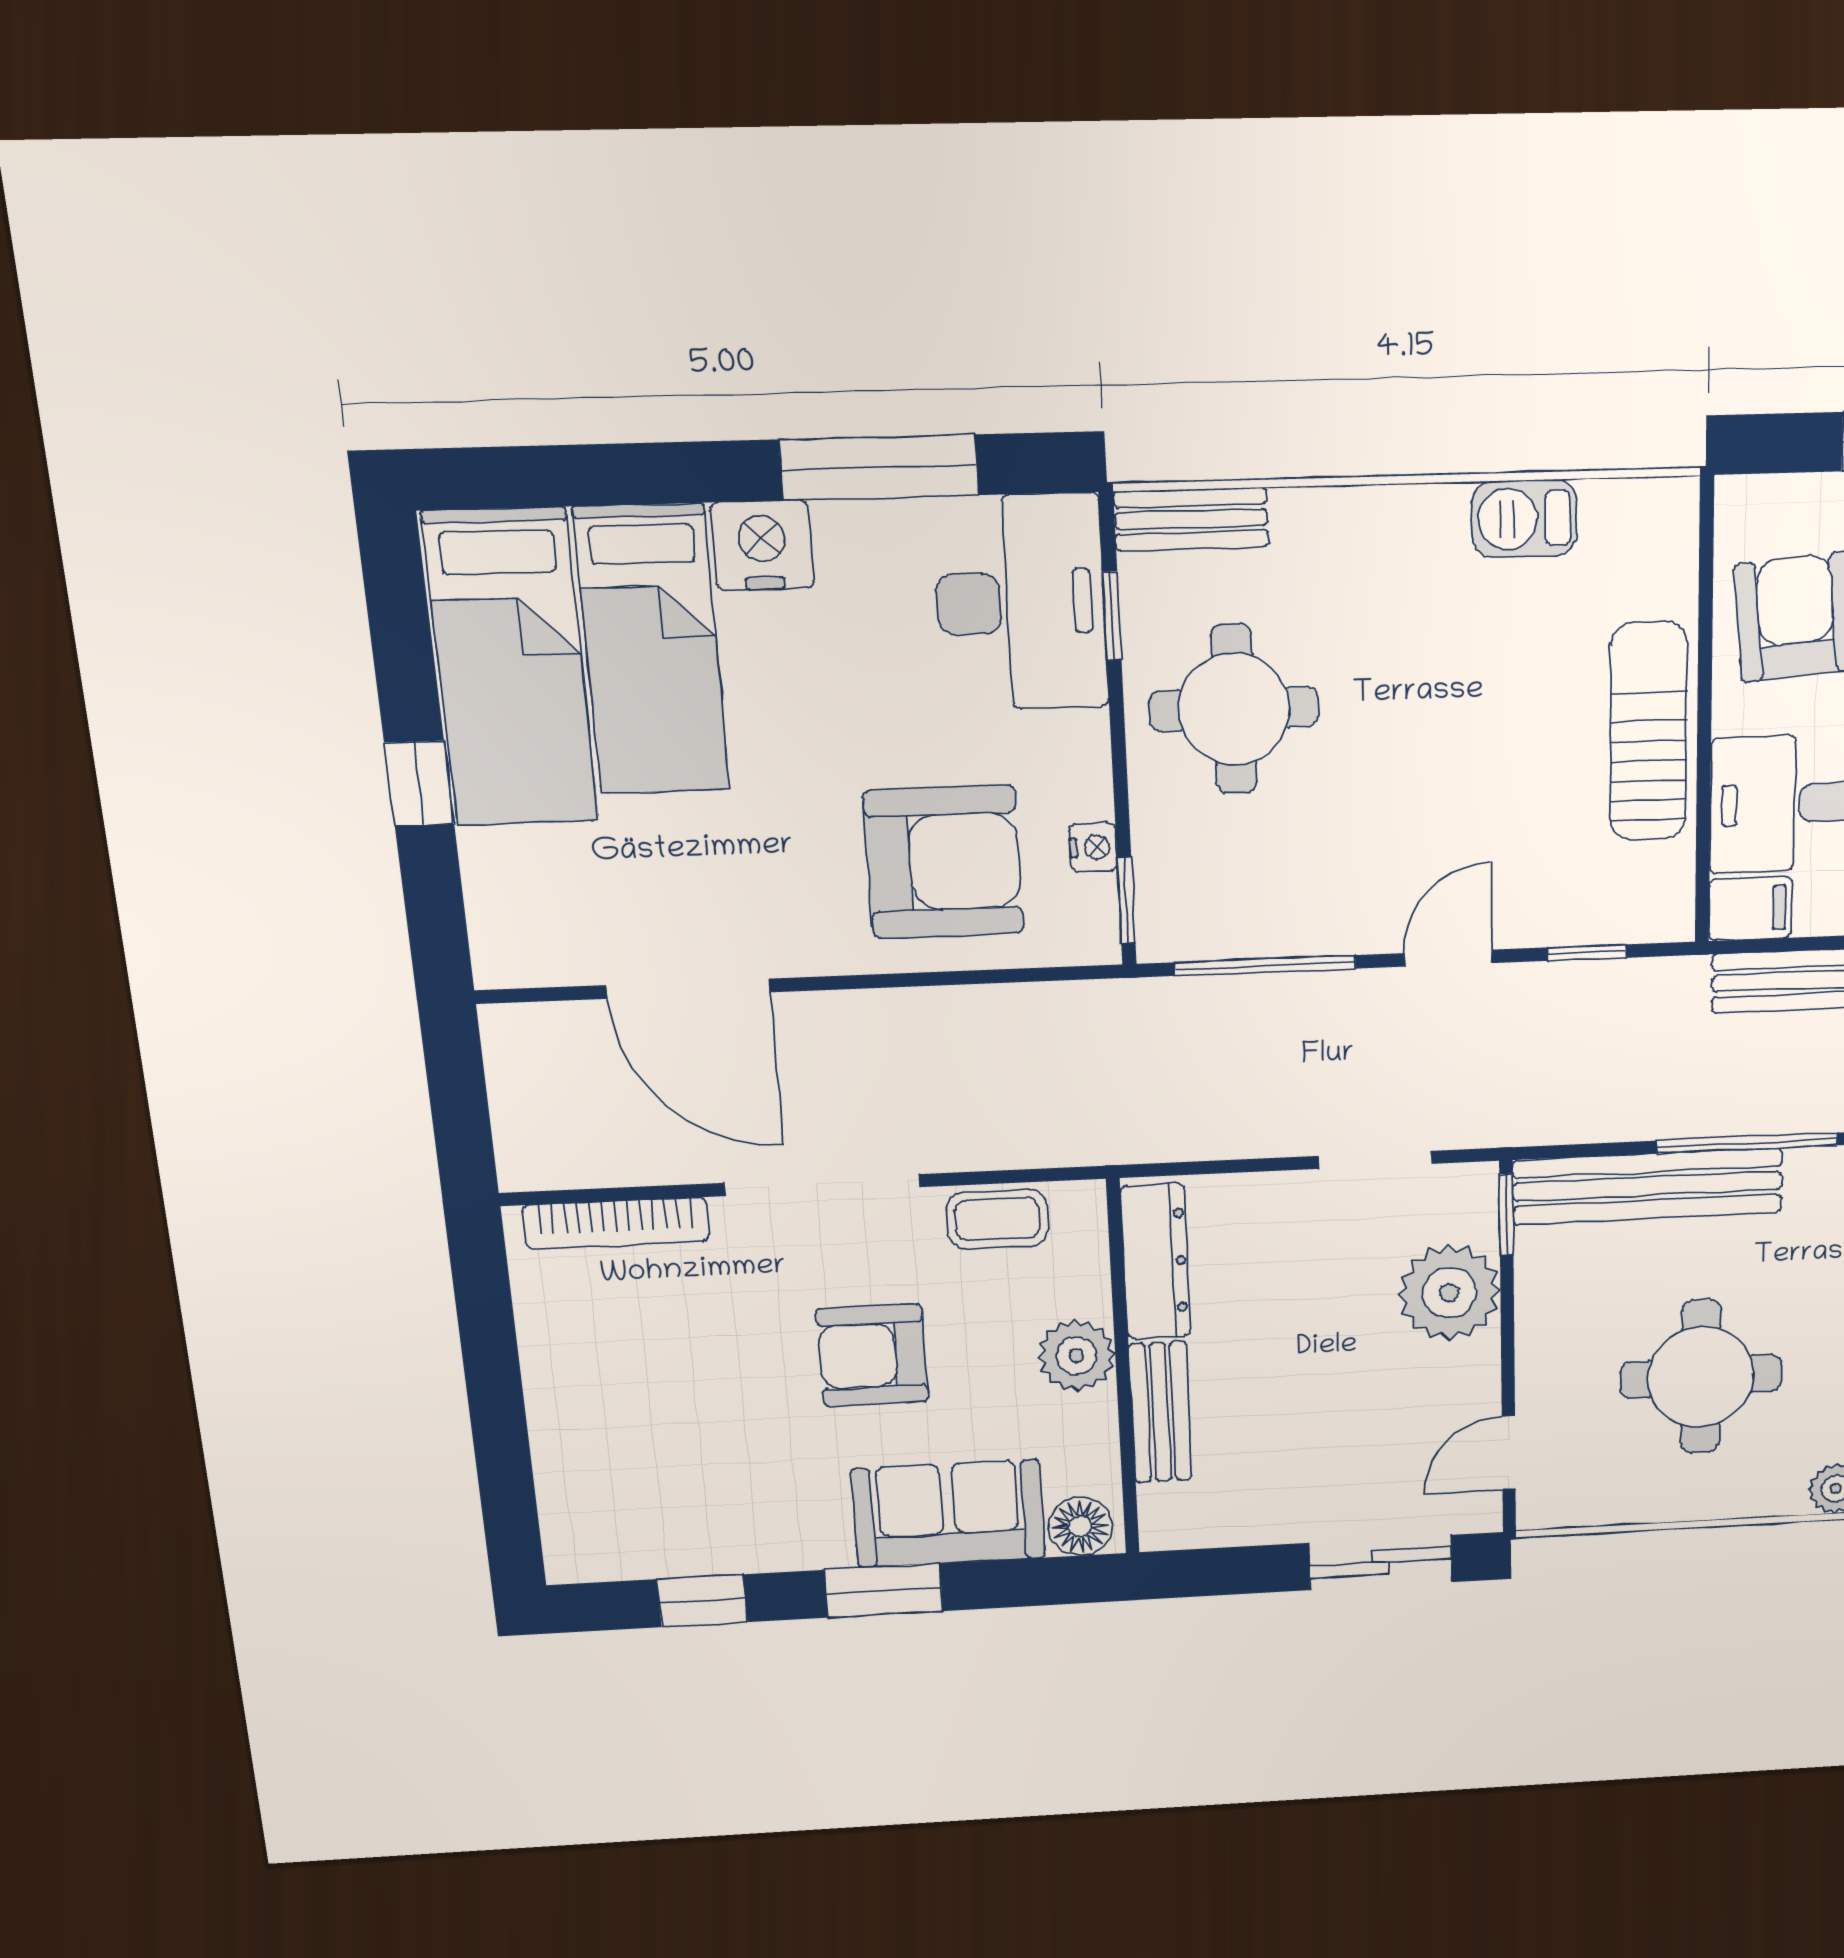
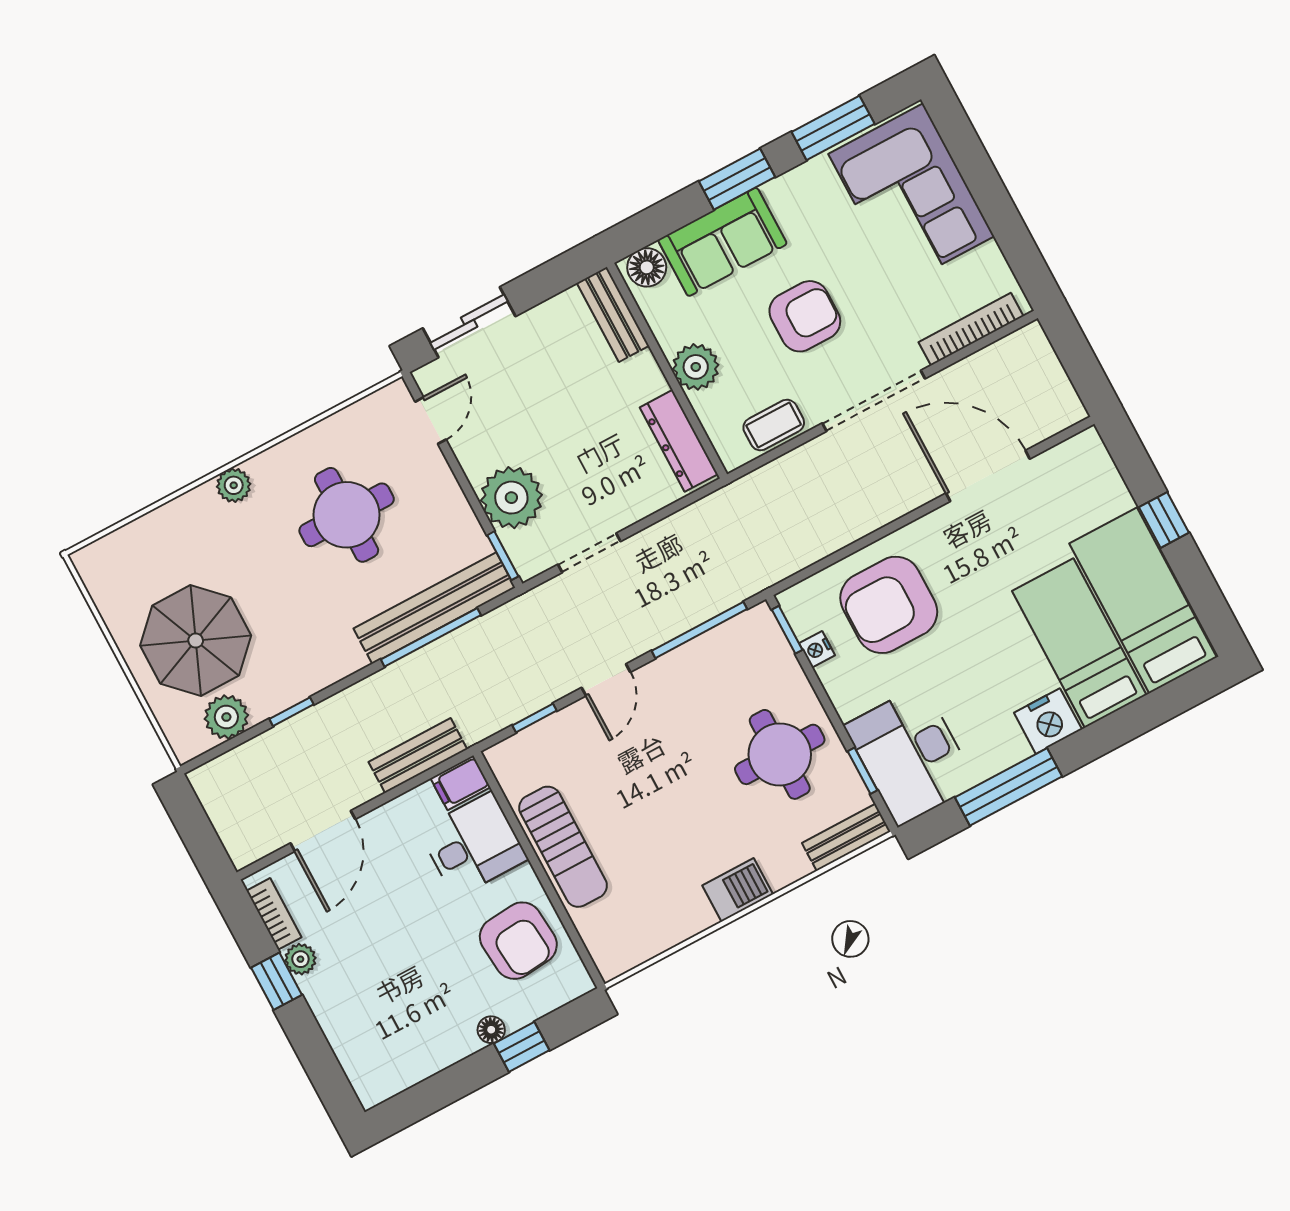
barbecue: (1524, 519) -> (738, 890), moved
window: (1747, 1143) -> (431, 637), moved
bench: (1160, 1412) -> (613, 314), moved
corner sofa: (624, 1457) -> (911, 195), added
window: (702, 1601) -> (833, 128), width x1.50

